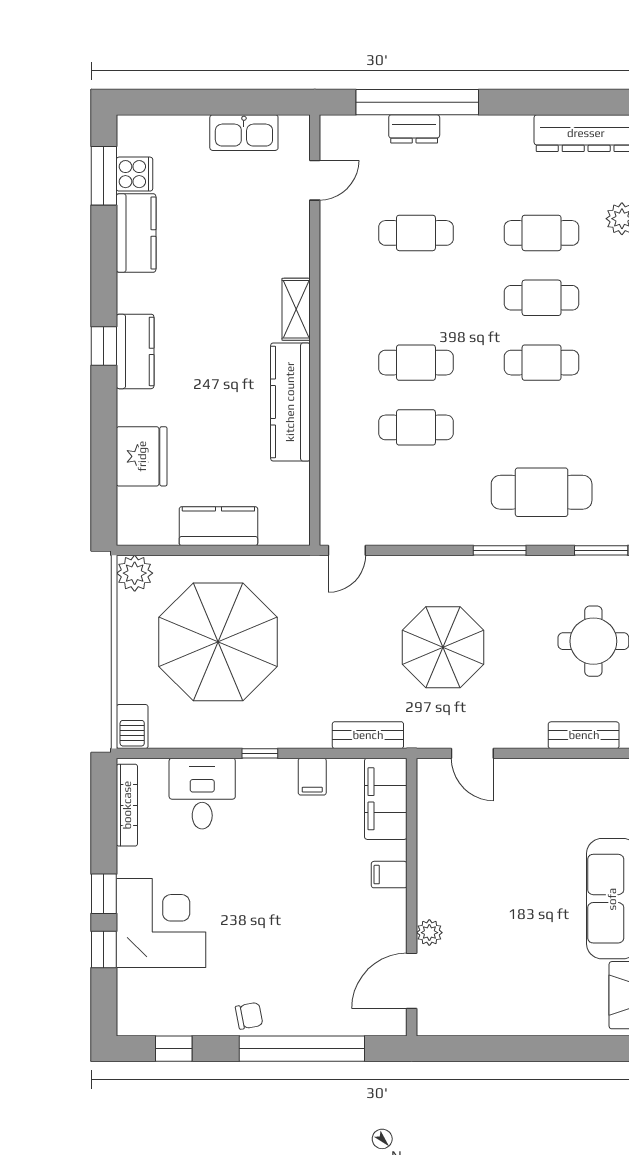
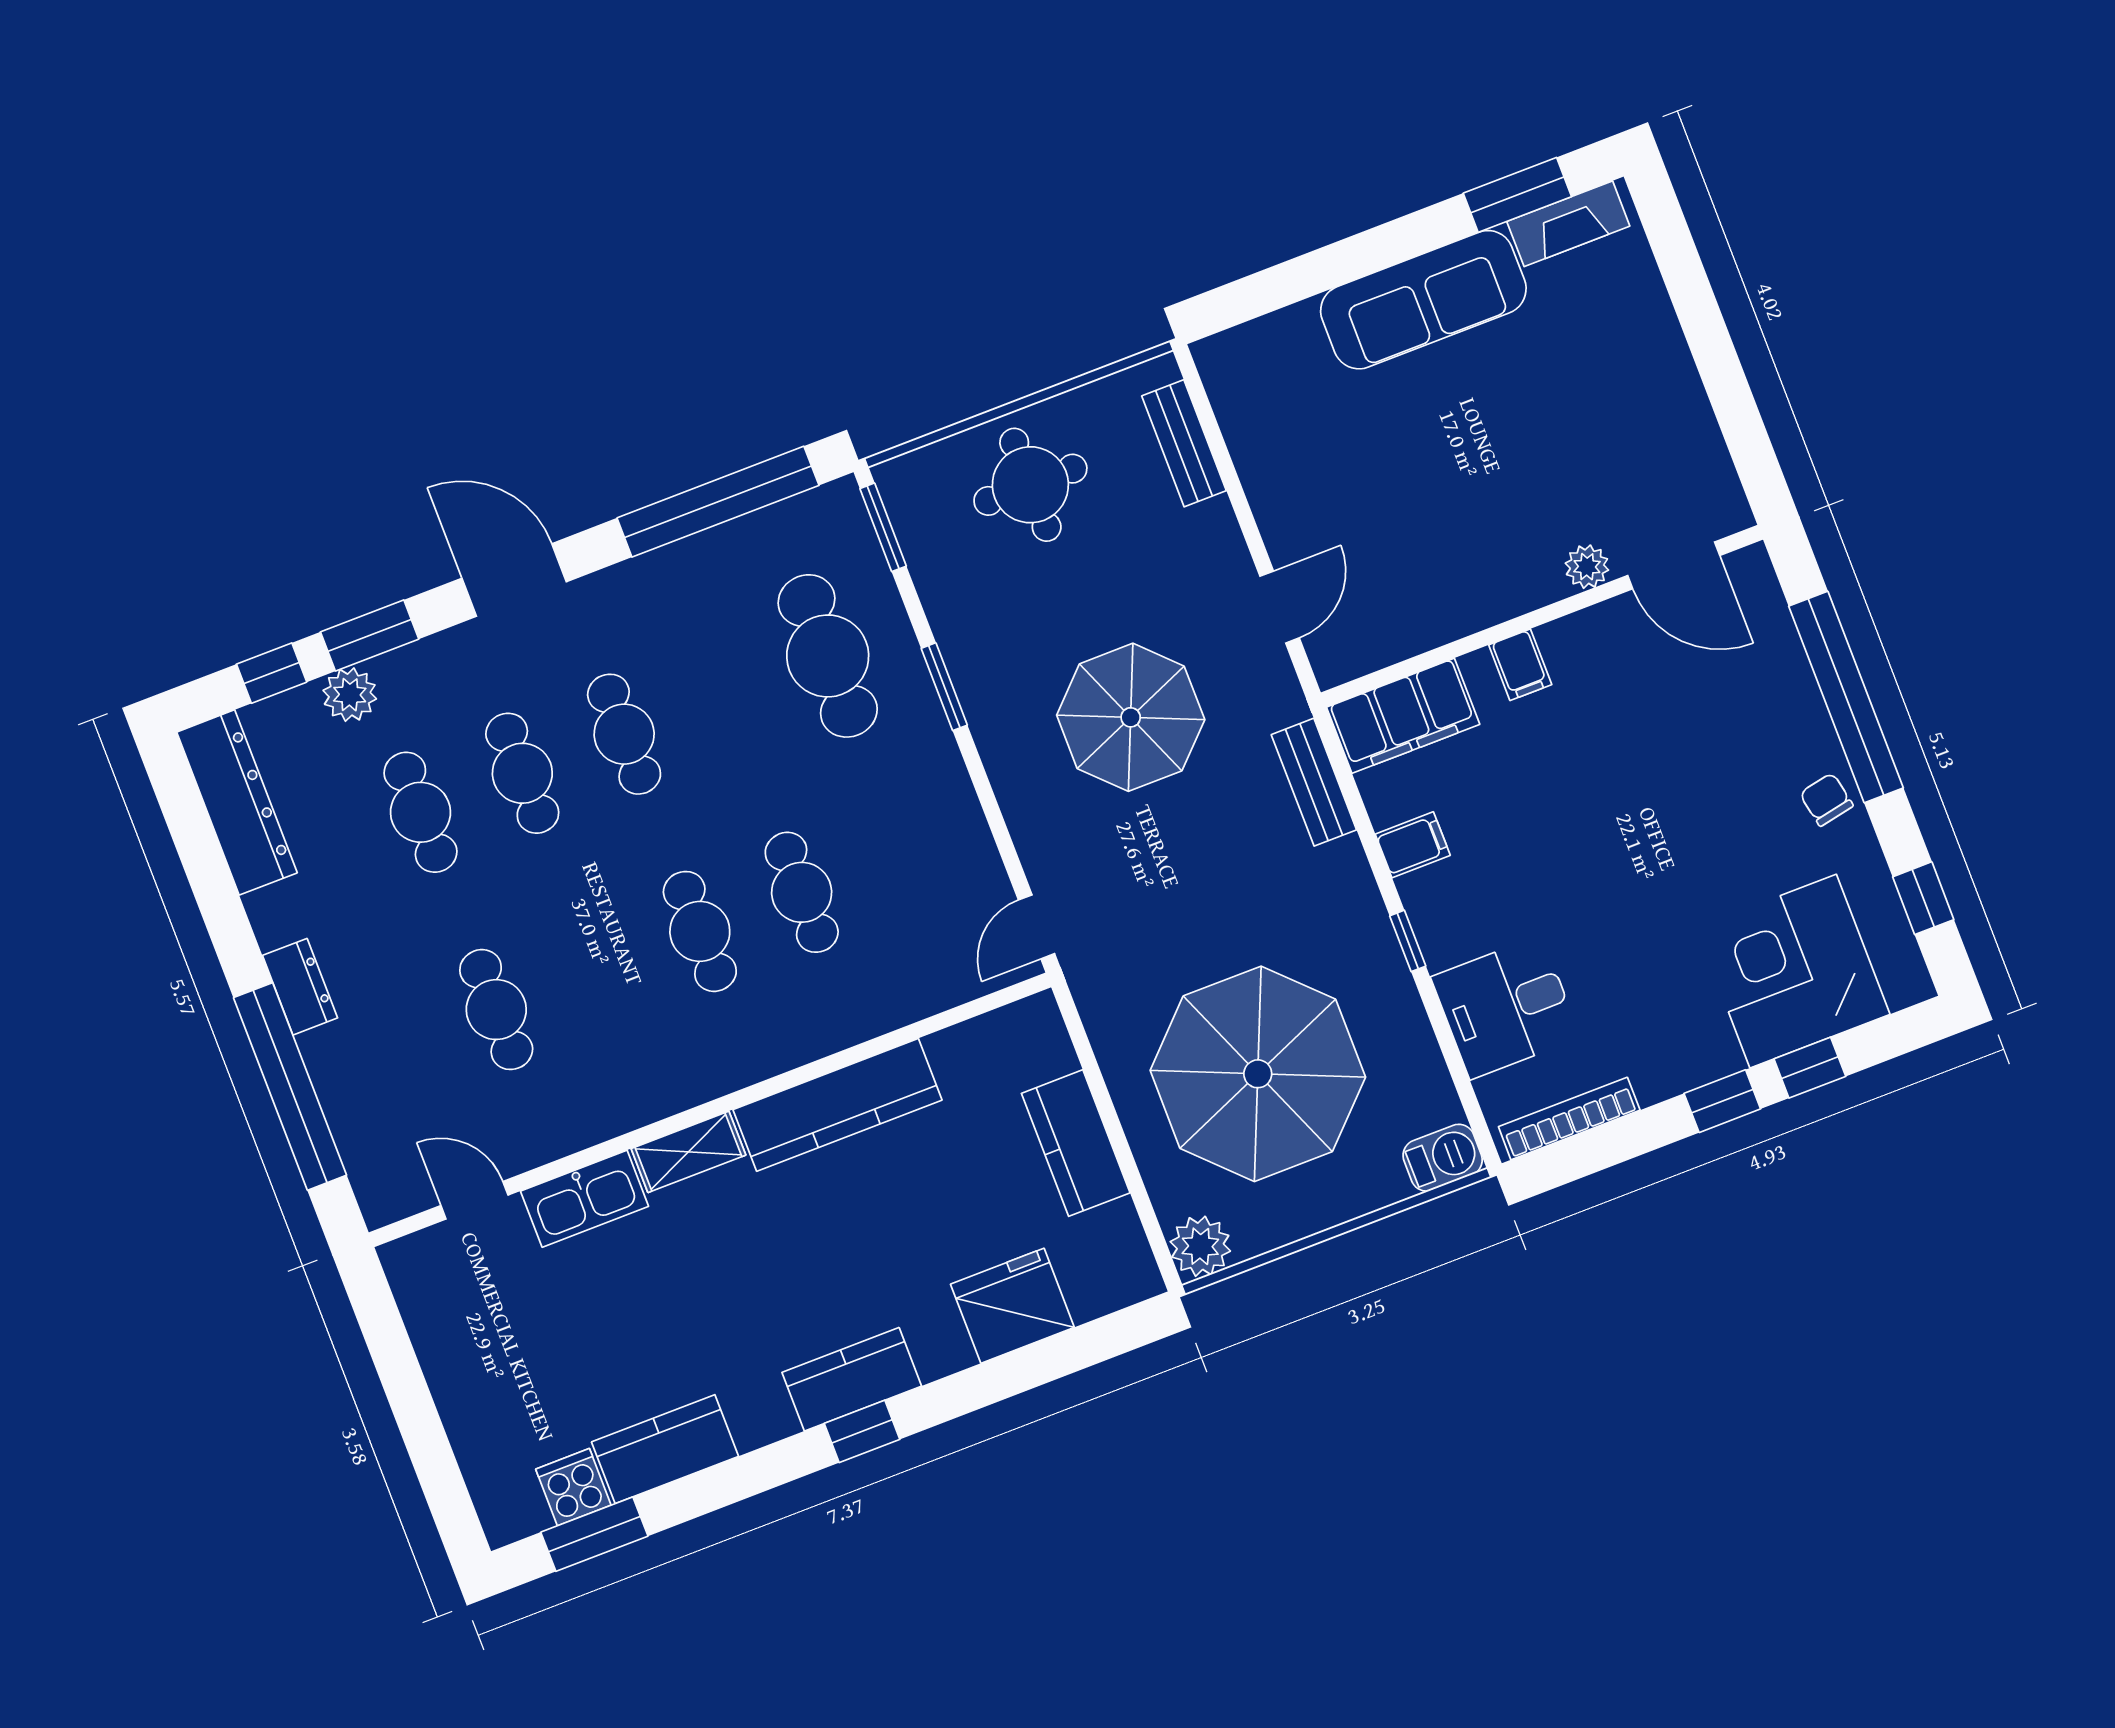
dresser: (414, 129) -> (300, 987), moved
kitchen sink: (244, 133) -> (585, 1199), moved, turned 90
door: (347, 550) -> (1036, 927), swing flipped
corner desk: (161, 923) -> (1793, 971), moved

